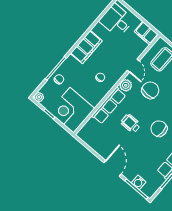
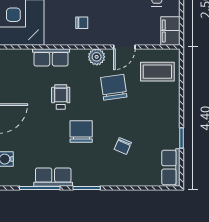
chair: (150, 90) -> (114, 87), turned -98
row of seats: (109, 105) -> (51, 57), width x0.68

